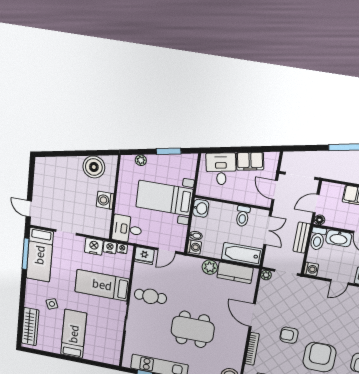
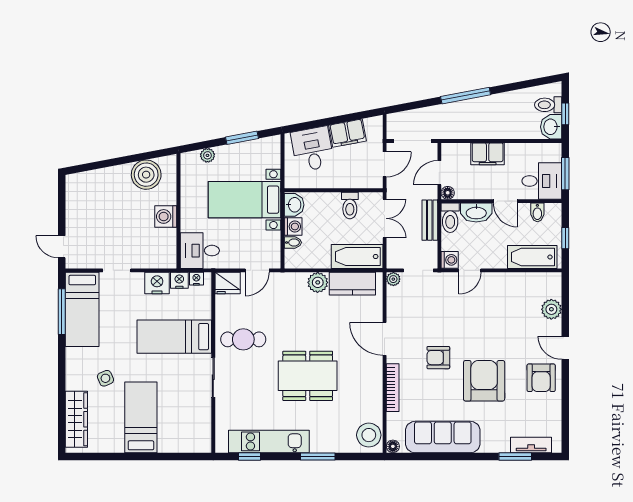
door: (275, 190) -> (385, 164), swing flipped
washing machine: (194, 247) -> (293, 226), moved
door: (339, 282) -> (470, 270), moved

